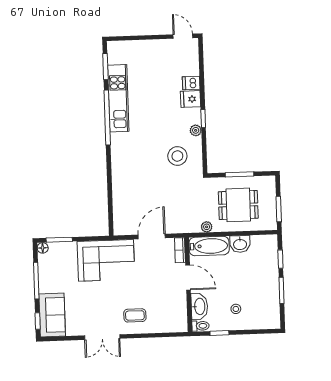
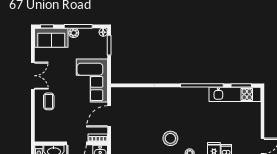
kitchen unit: (118, 98) -> (235, 94), moved
door: (152, 236) -> (109, 116), swing flipped
plant: (45, 286) -> (74, 33), added
double door: (102, 337) -> (33, 76), swing flipped

